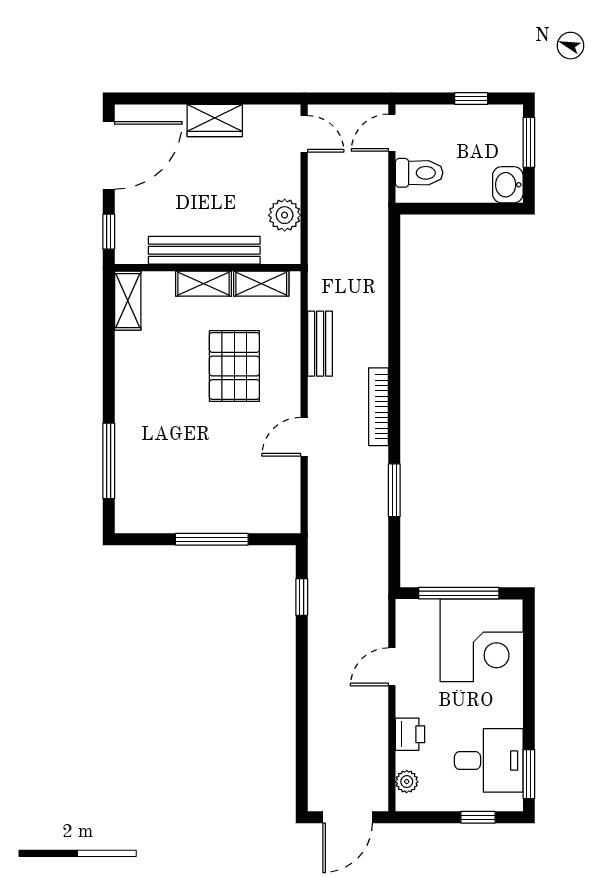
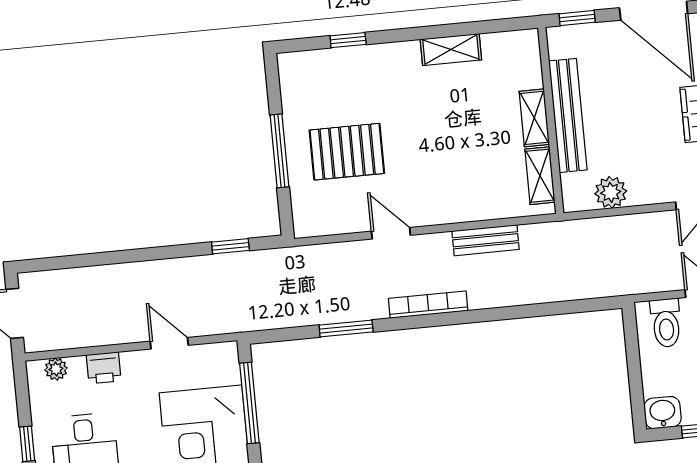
shelving: (128, 301) -> (451, 49), moved
pallet: (234, 366) -> (347, 152), moved
window: (109, 461) -> (348, 40), width x0.46

